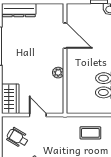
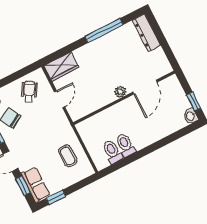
plant: (58, 73) -> (120, 92), moved

